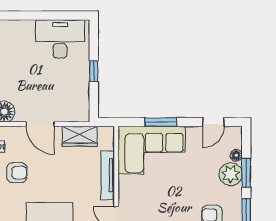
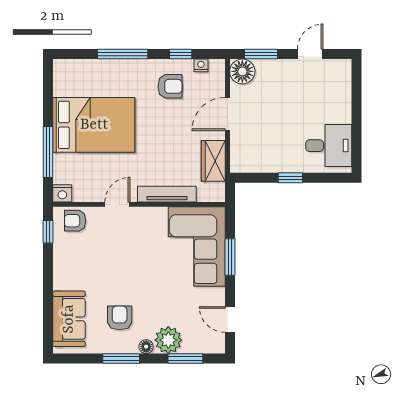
desk: (60, 39) -> (329, 146), width x0.73
floor lamp: (236, 155) -> (146, 347), moved
armchair: (17, 173) -> (170, 86), turned -90
window: (246, 173) -> (185, 359), moved

